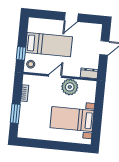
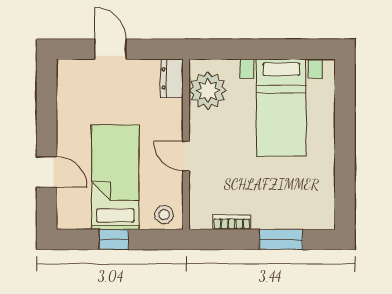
door: (71, 17) -> (47, 172), moved
window: (21, 53) -> (114, 239), moved
plant: (70, 87) -> (208, 91), moved

